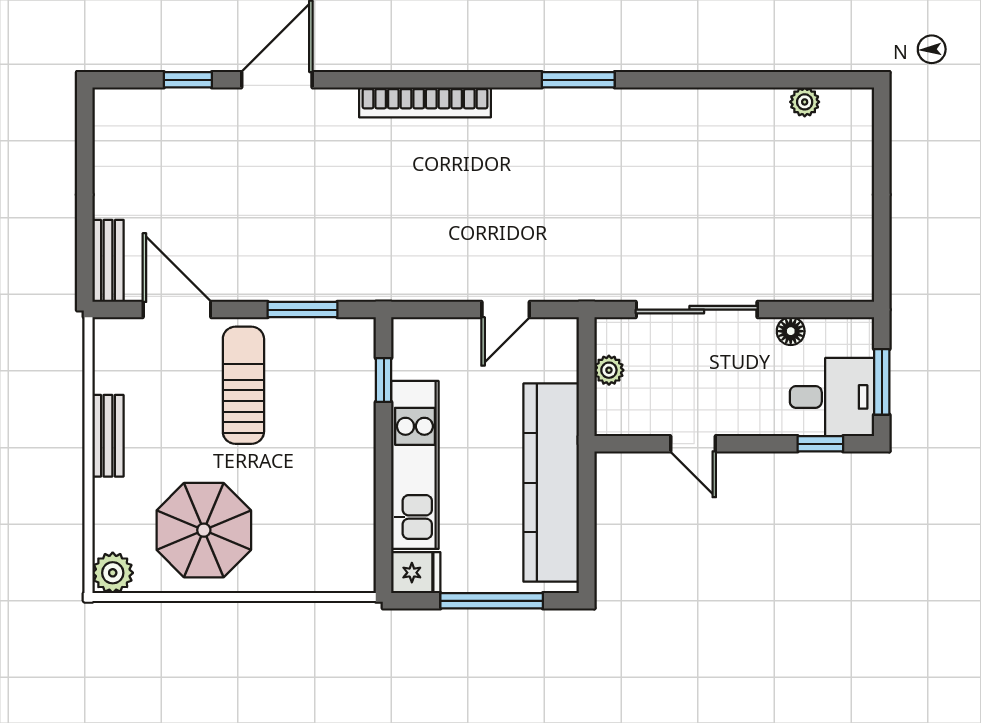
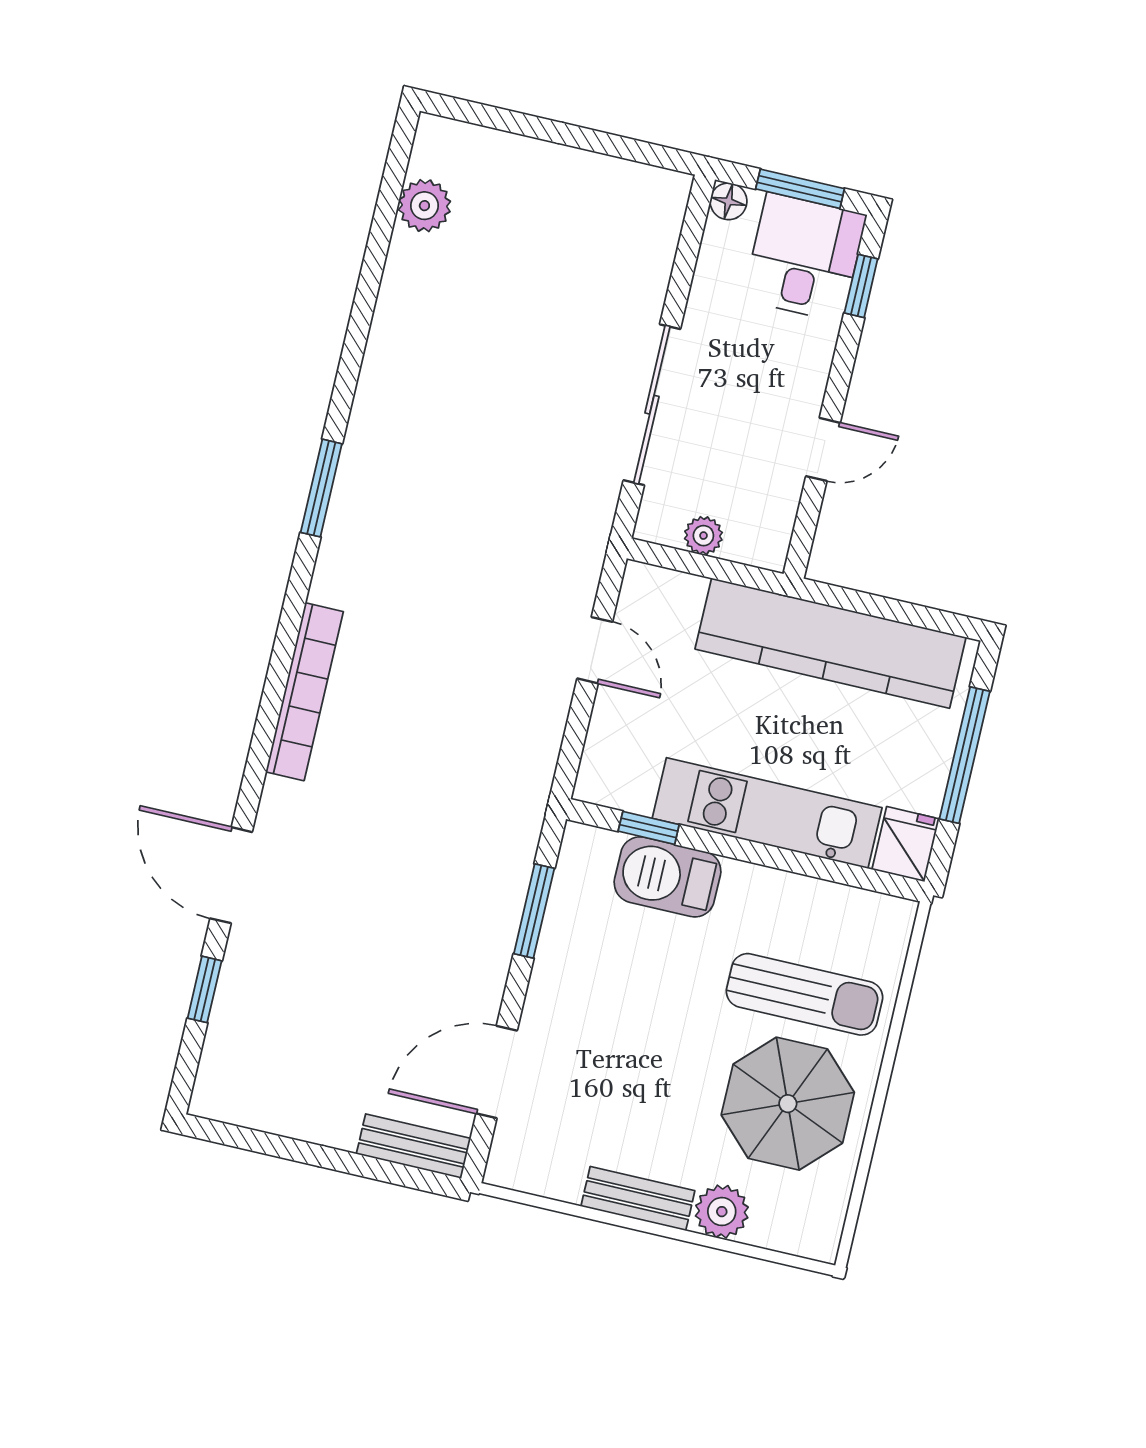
plant: (805, 102) -> (424, 206), width x1.38, depth x1.38
floor lamp: (791, 331) -> (728, 201), moved
sun lounger: (243, 385) -> (804, 994), moved, turned 180
barbecue: (351, 402) -> (668, 877), added
plant: (113, 573) -> (722, 1212), moved

